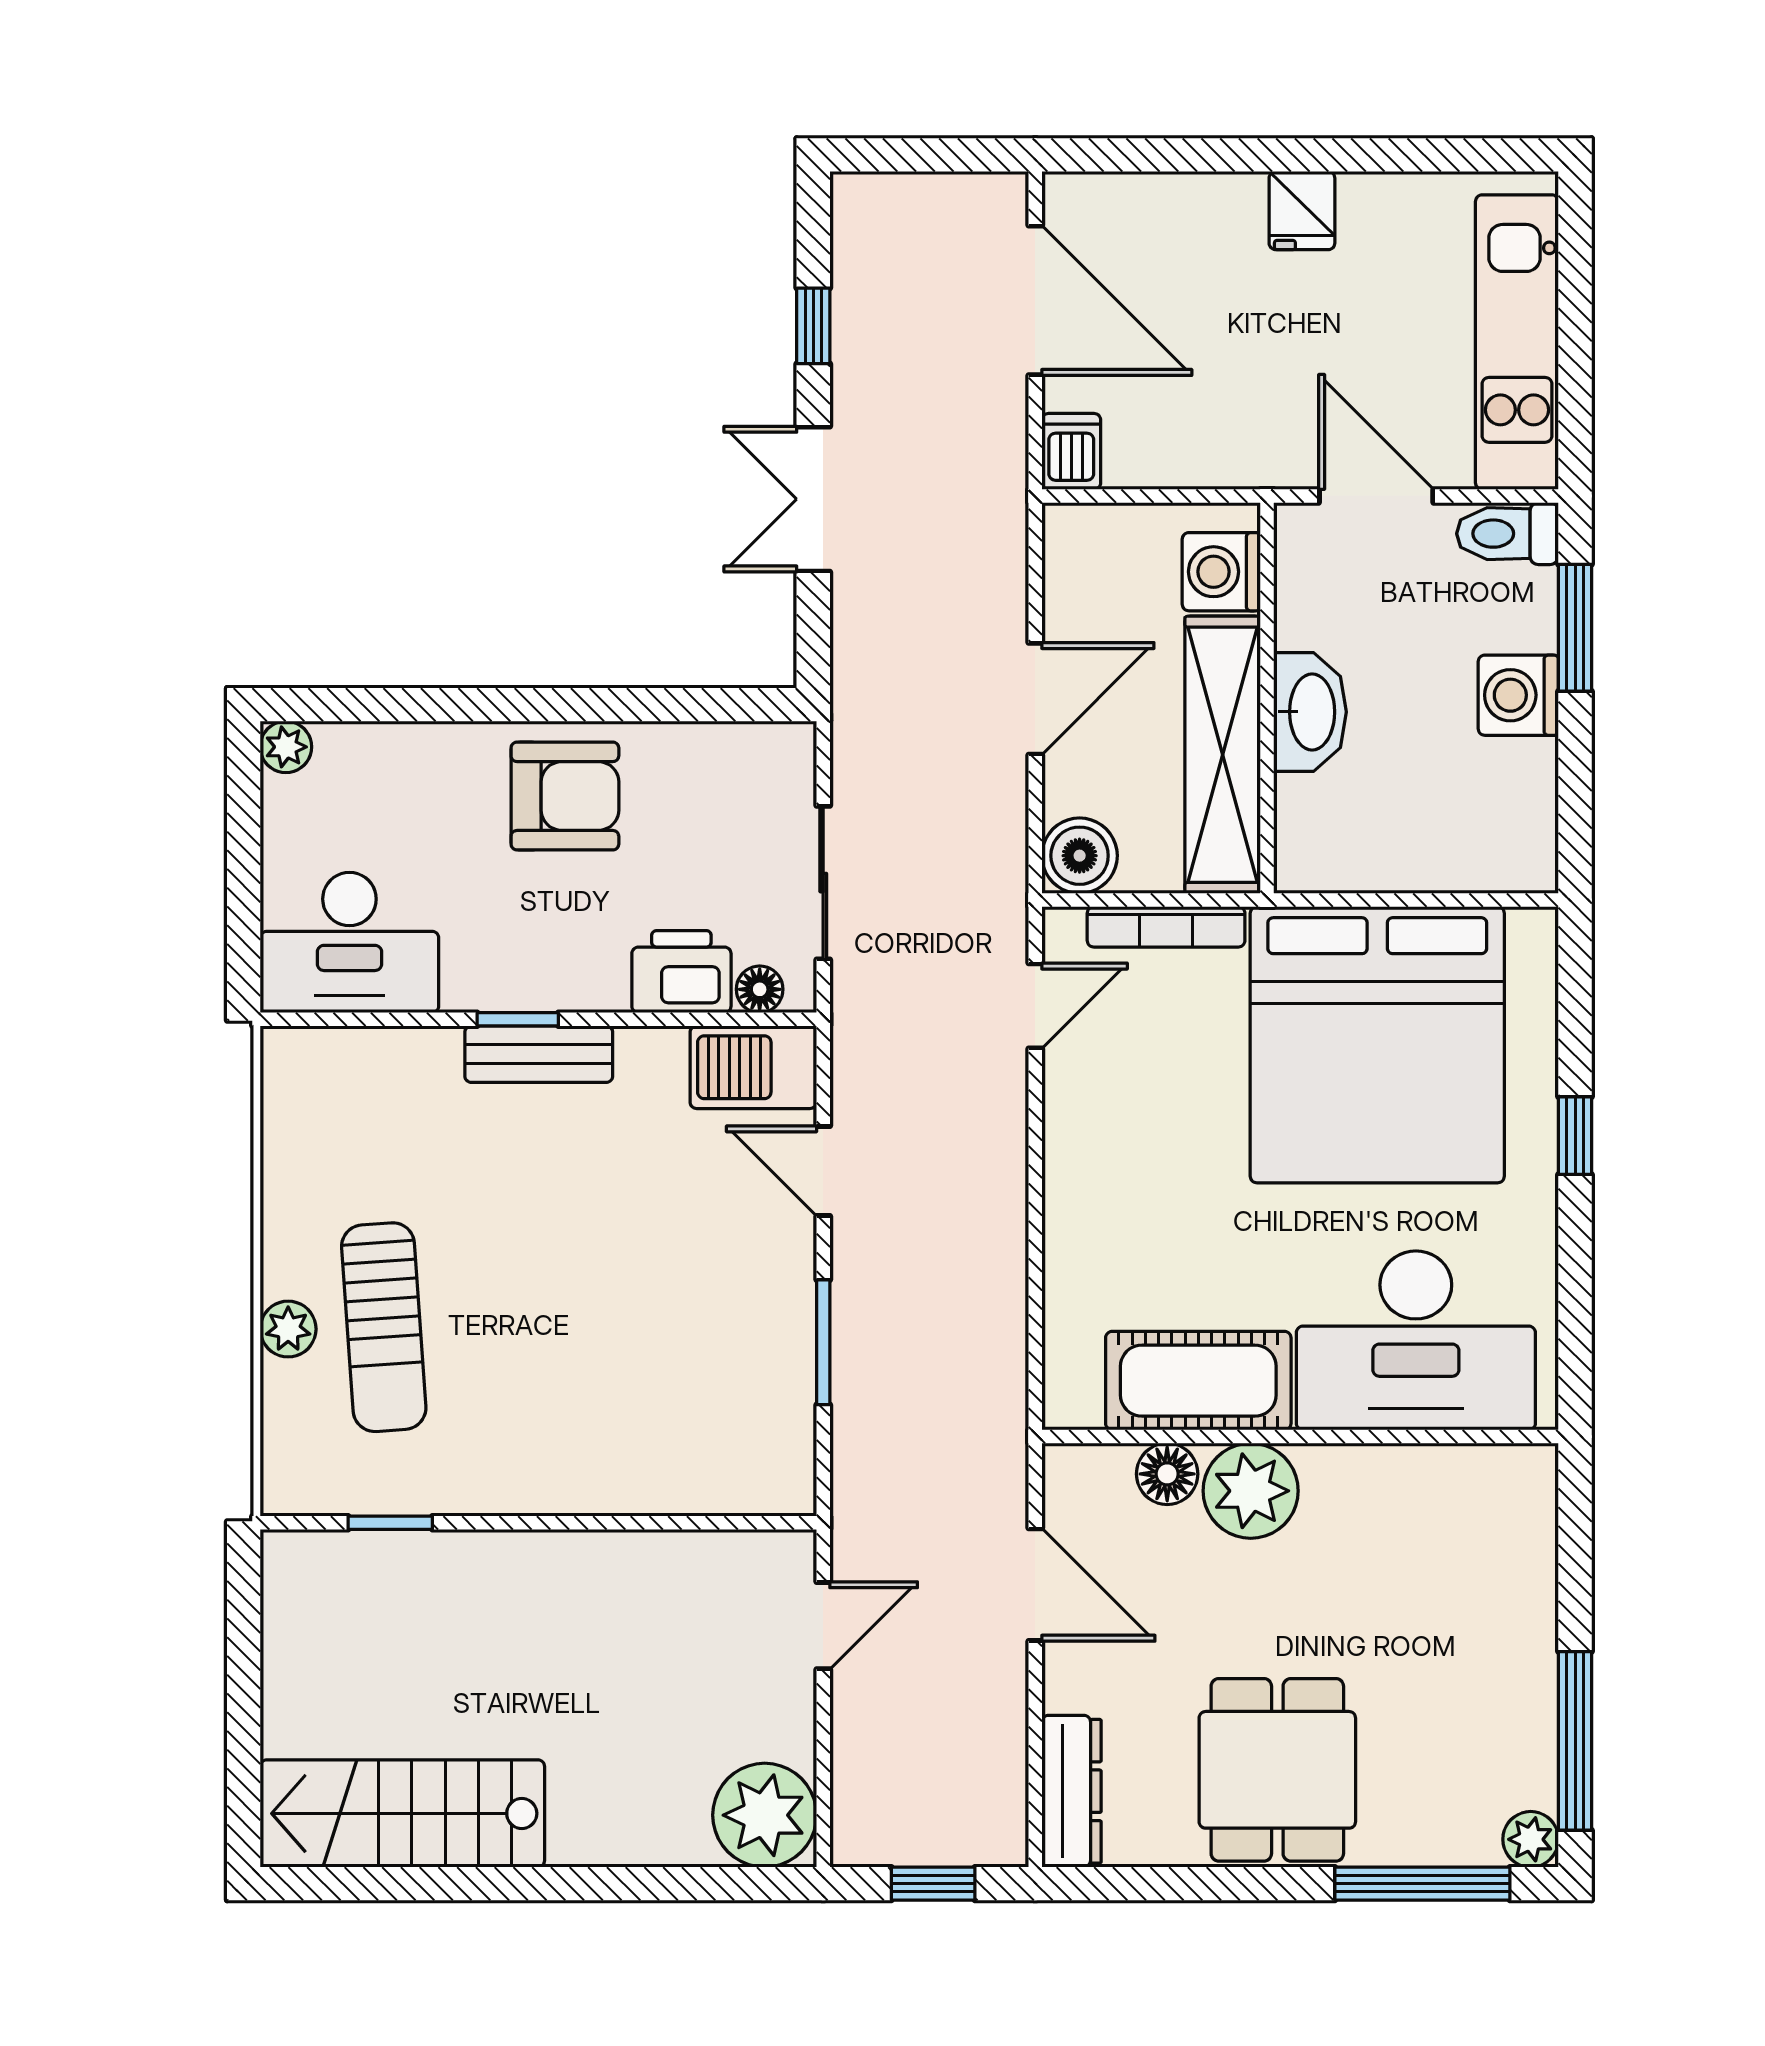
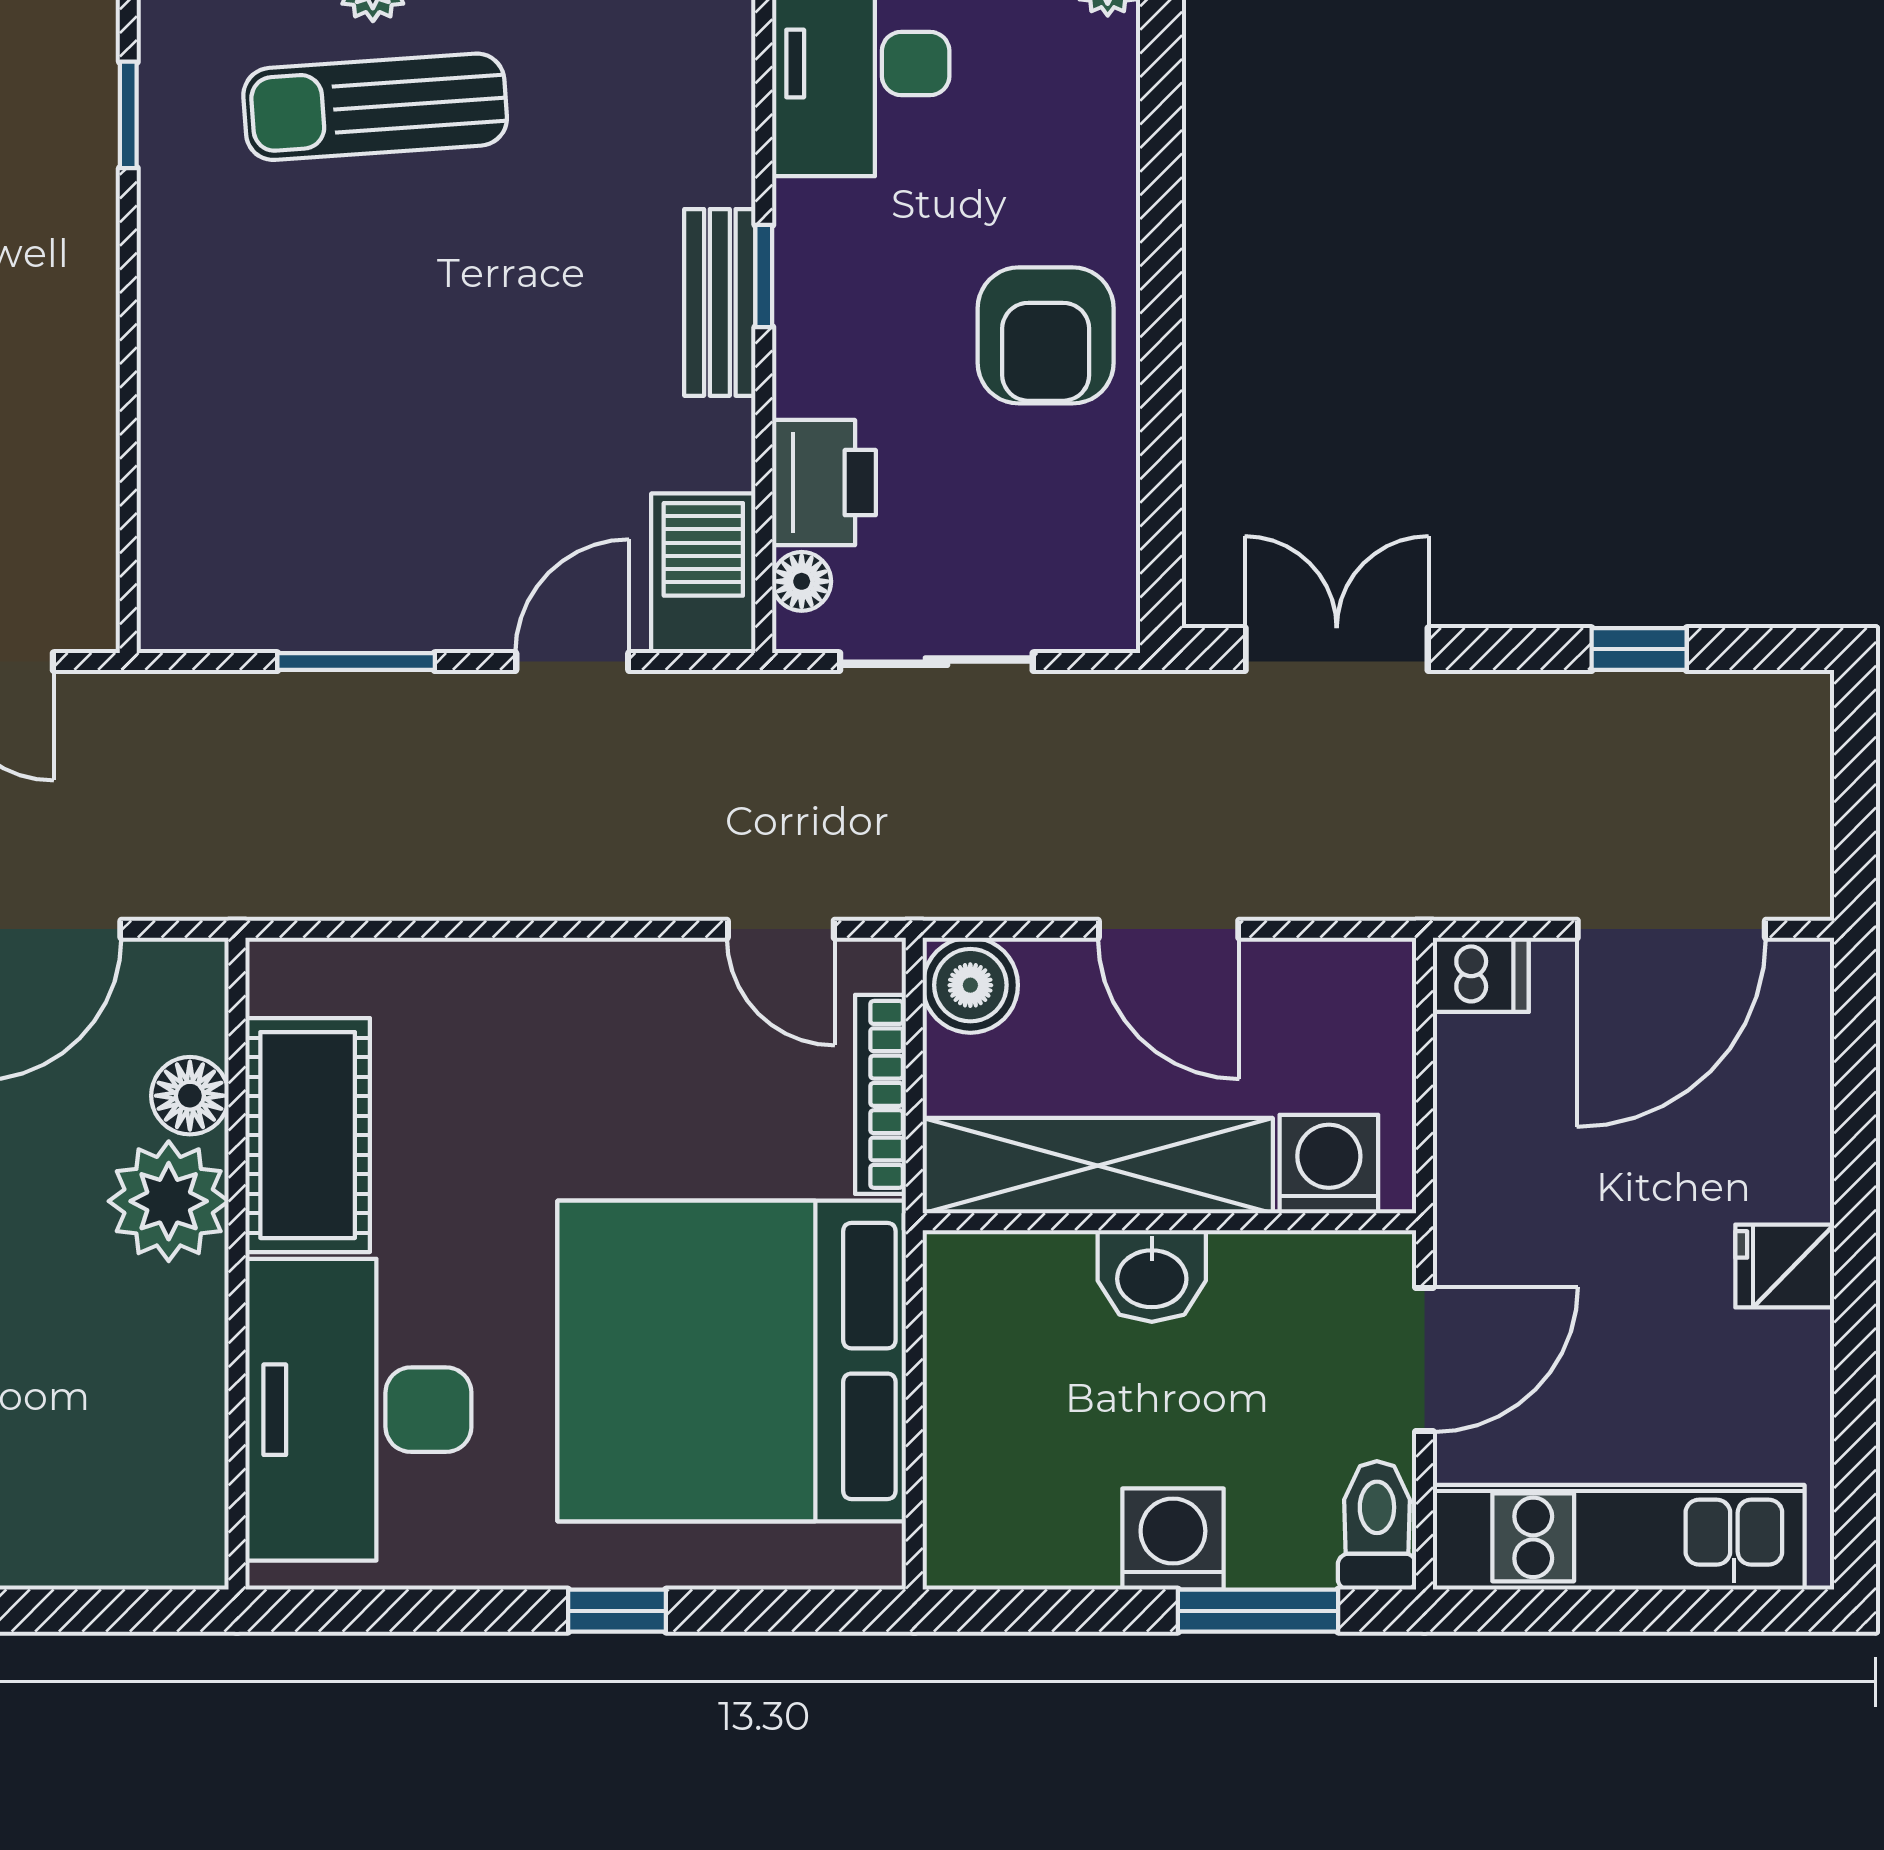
double door: (813, 499) -> (1337, 649), moved
washbasin: (1310, 712) -> (1152, 1276), width x0.72

